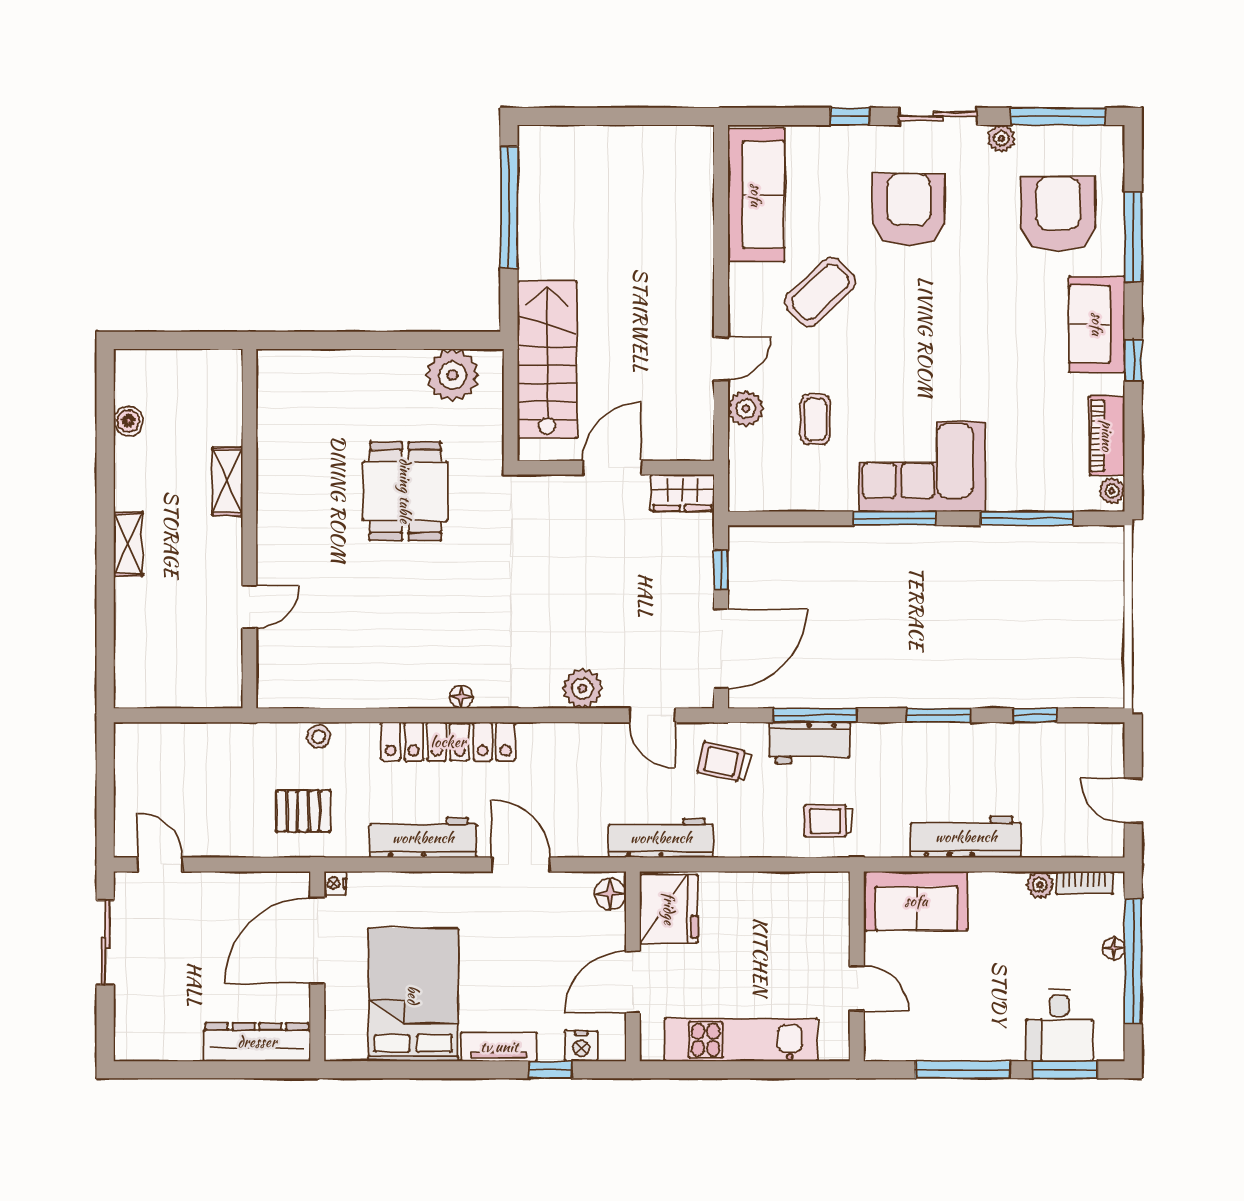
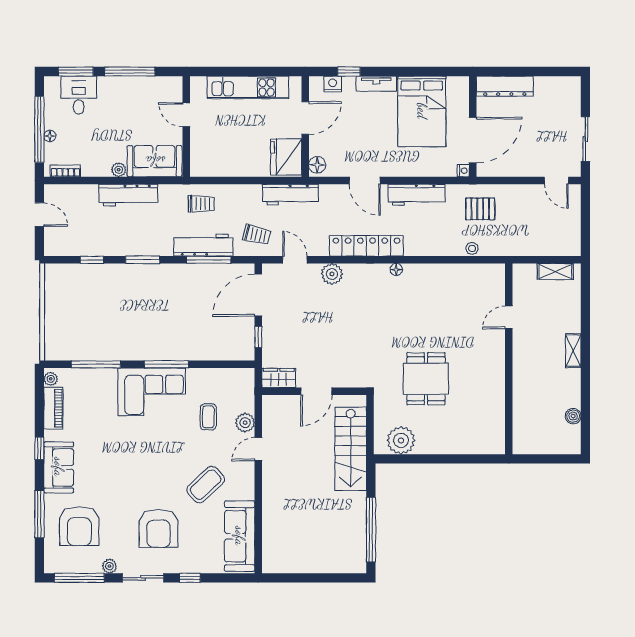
shelving: (227, 481) -> (555, 272), moved, turned 90
locker: (448, 742) -> (366, 246), moved
workbench: (809, 743) -> (203, 245), width x1.38
plant: (1040, 885) -> (119, 170), moved

